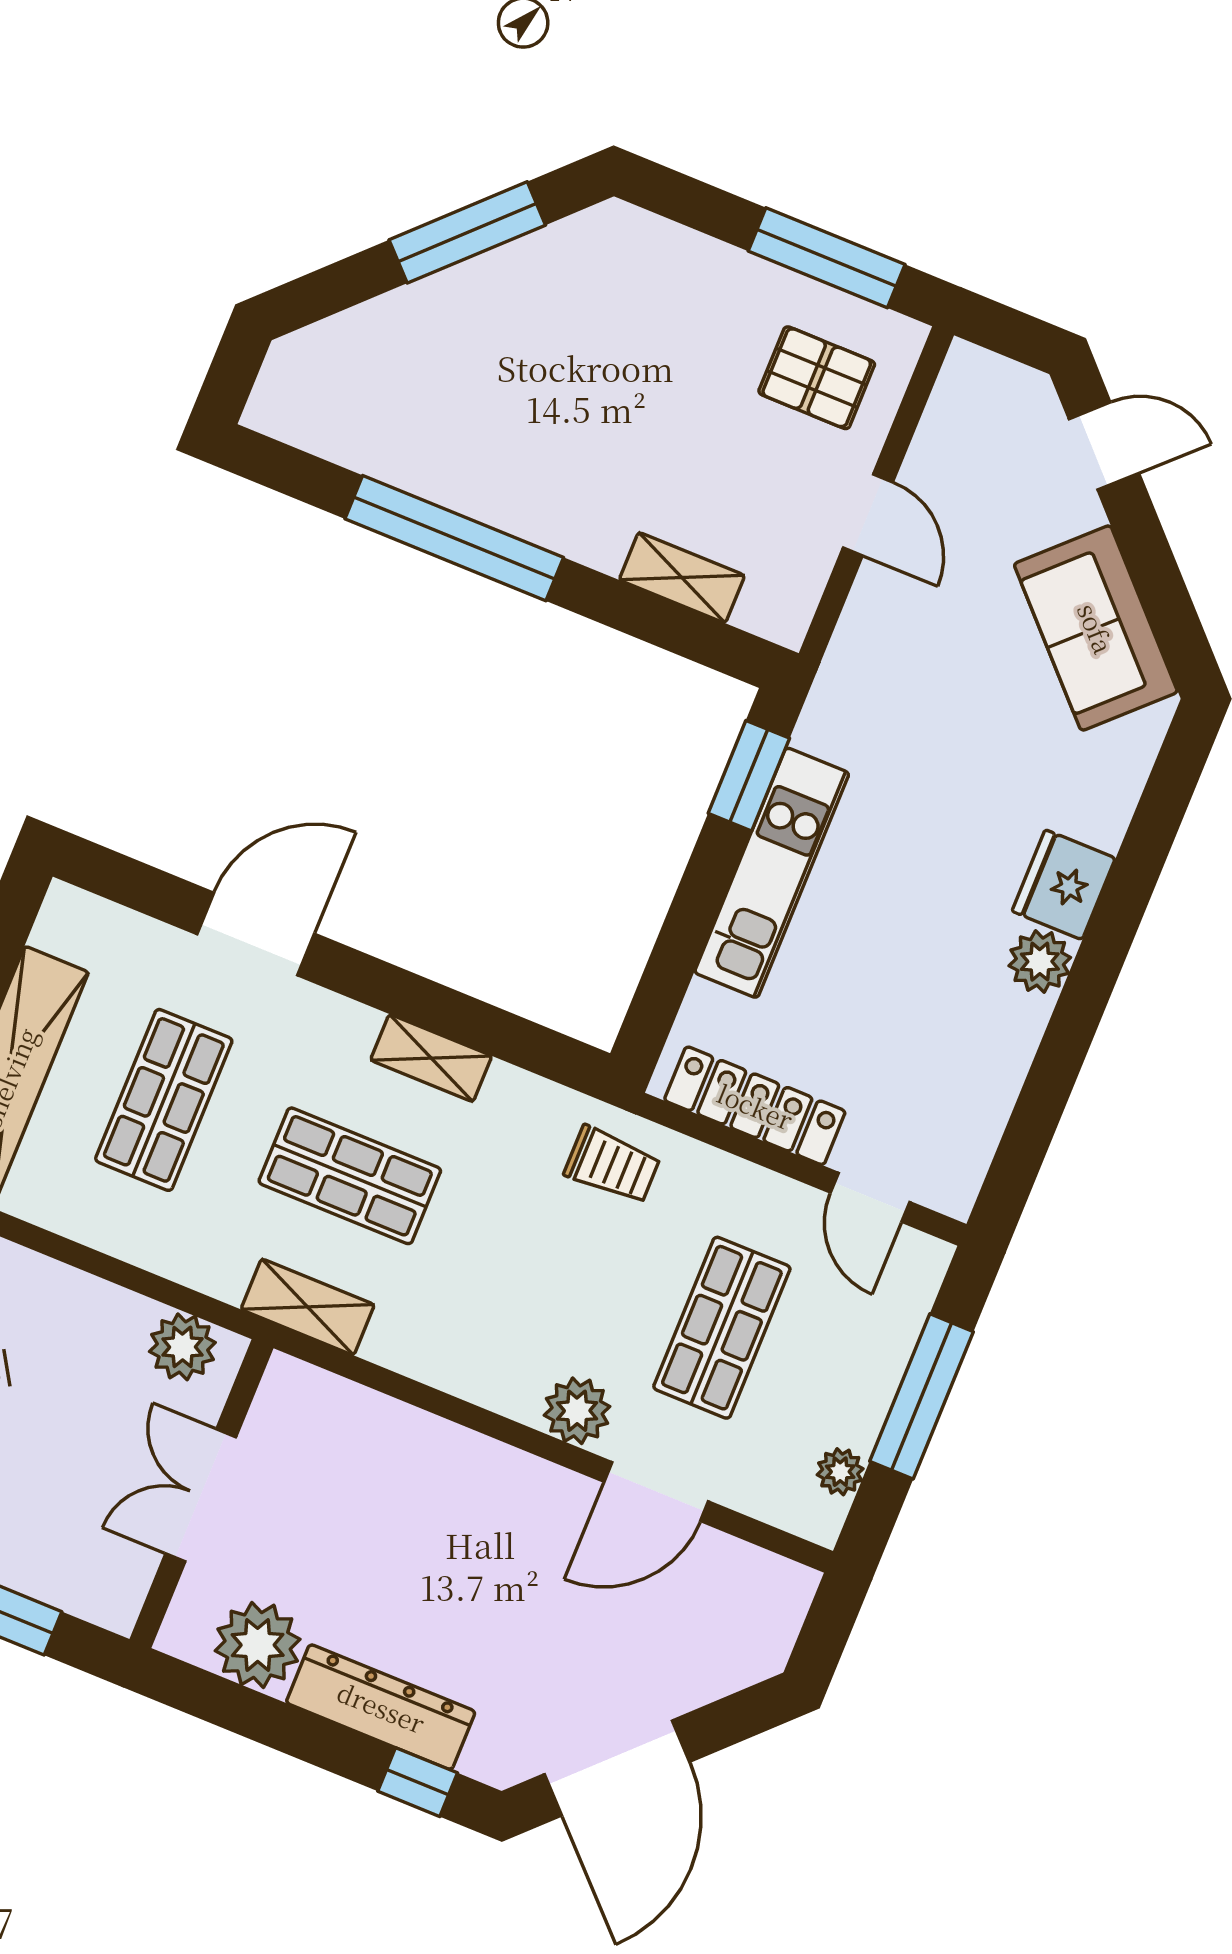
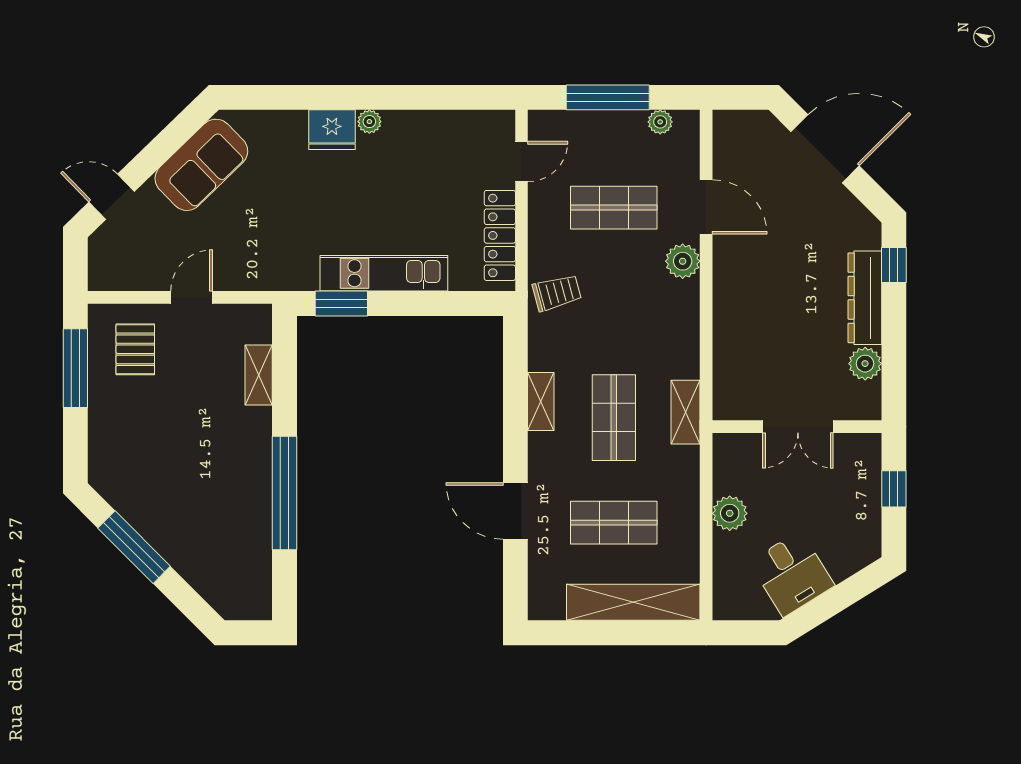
door: (1104, 446) -> (112, 197), hinge flipped
plant: (1040, 962) -> (369, 122), width x0.73, depth x0.73
trolley: (612, 1165) -> (557, 293), turned 75
plant: (182, 1347) -> (730, 513), moved
plant: (258, 1645) -> (865, 364), width x0.73, depth x0.73
door: (617, 1768) -> (825, 149), moved

